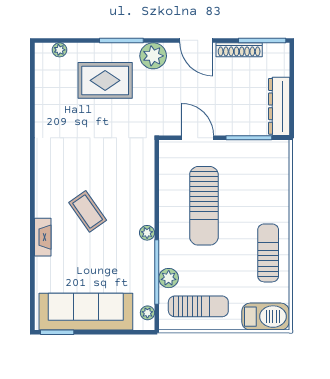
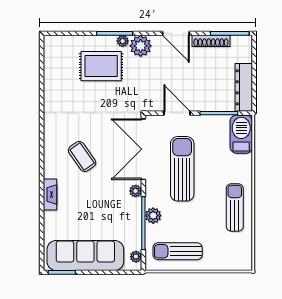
plant: (59, 50) -> (123, 41), moved
double door: (157, 182) -> (143, 149), added
sun lounger: (204, 206) -> (182, 169), turned 180
coffee table: (88, 211) -> (82, 156), moved
plant: (169, 278) -> (153, 216), moved
sun lounger: (198, 306) -> (178, 251), turned 180
barbecue: (265, 317) -> (241, 134), moved, turned -90

